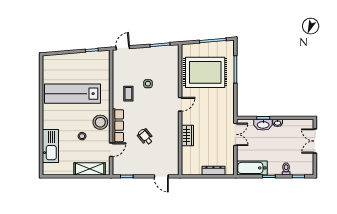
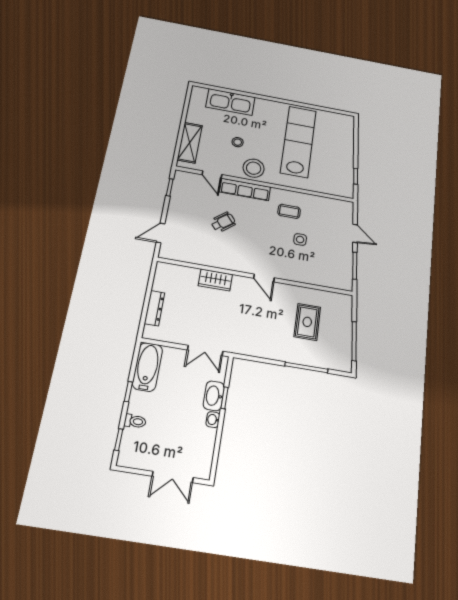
door: (123, 48) -> (355, 233), moved
rug: (205, 72) -> (307, 322), width x0.54, depth x0.49
double door: (315, 141) -> (173, 477), swing flipped

